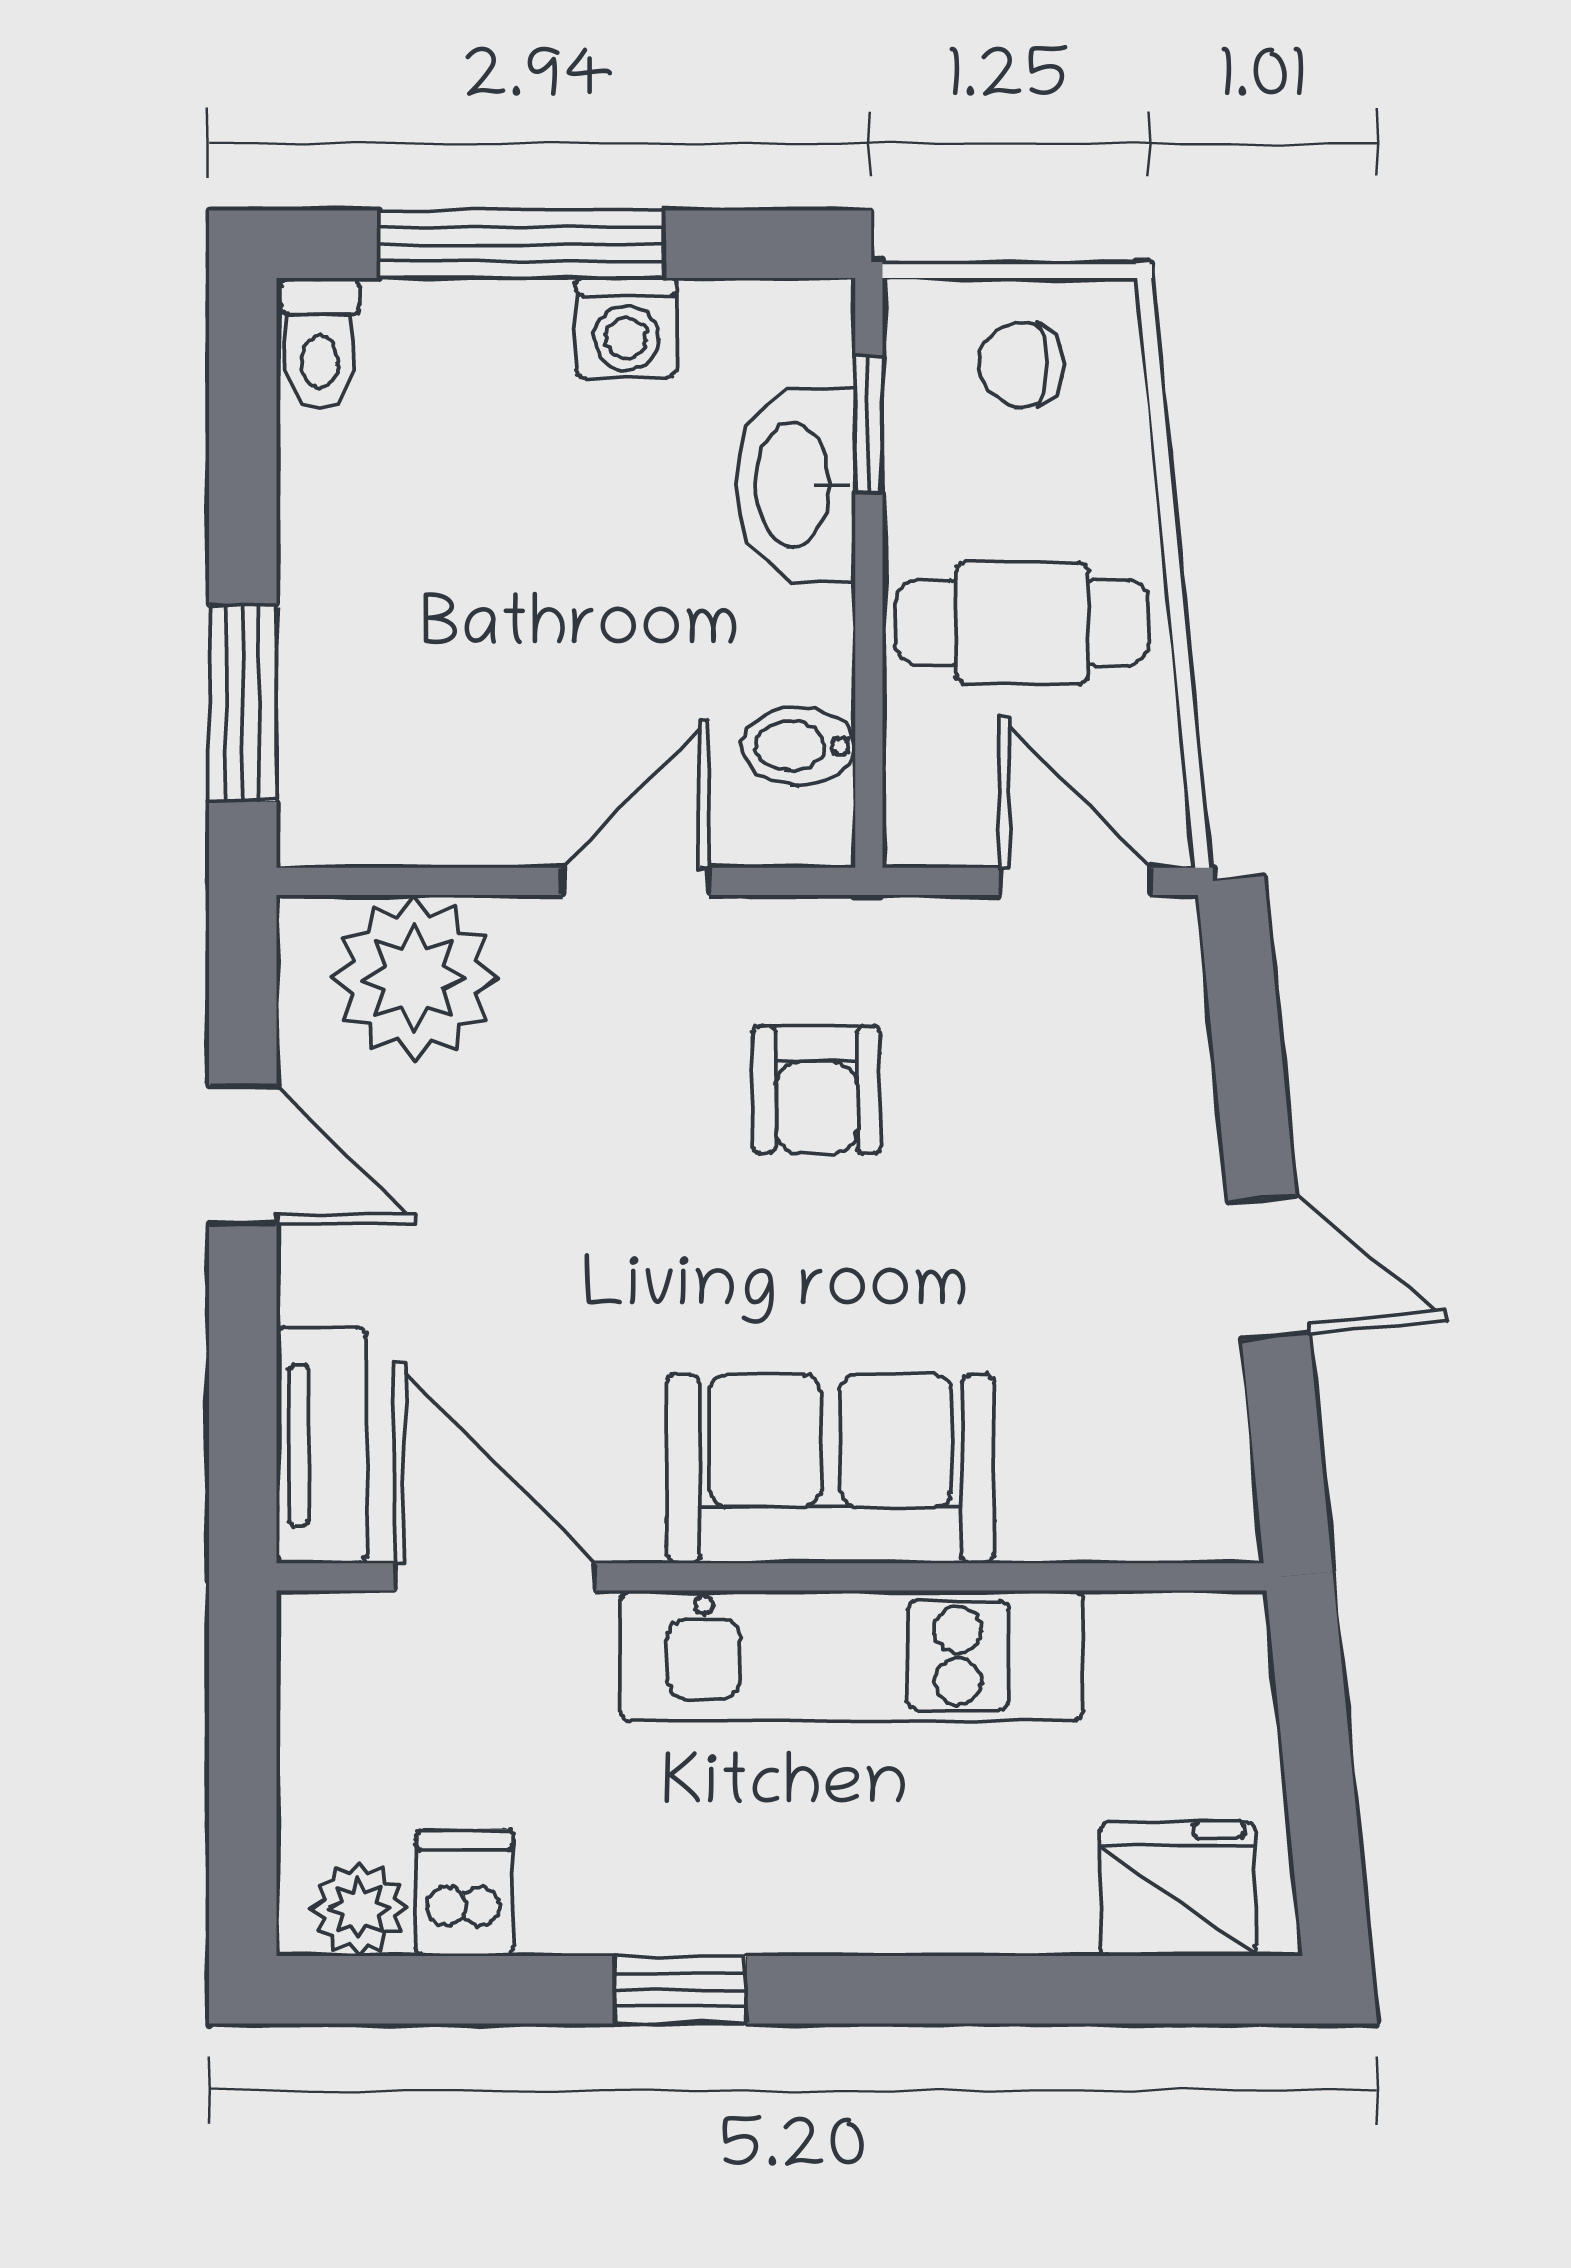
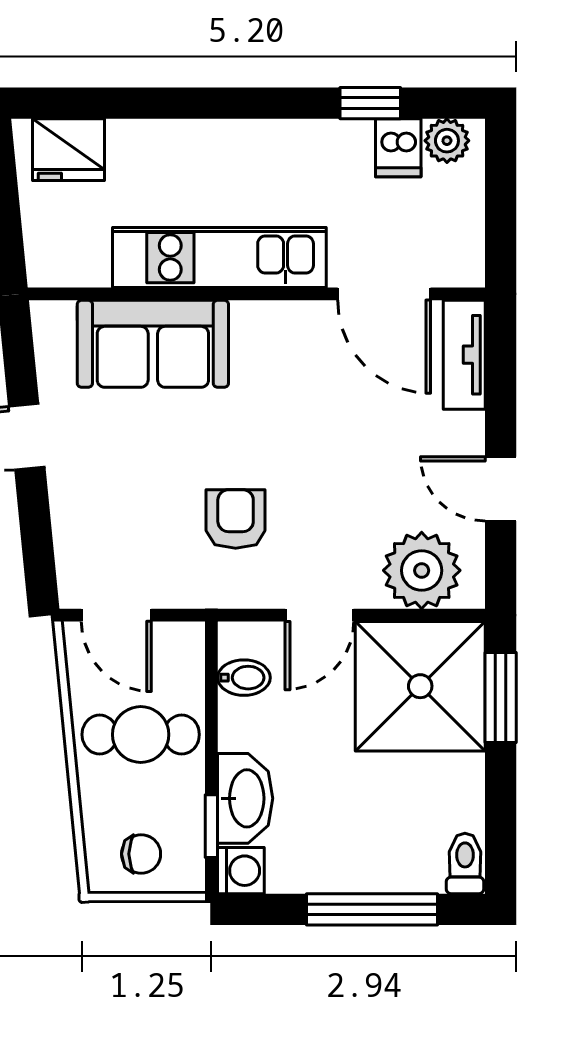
washing machine: (626, 328) -> (241, 871), moved, turned 90
shower: (417, 728) -> (420, 686), added
sofa: (830, 1469) -> (153, 344), moved
window: (680, 1990) -> (370, 103), moved

